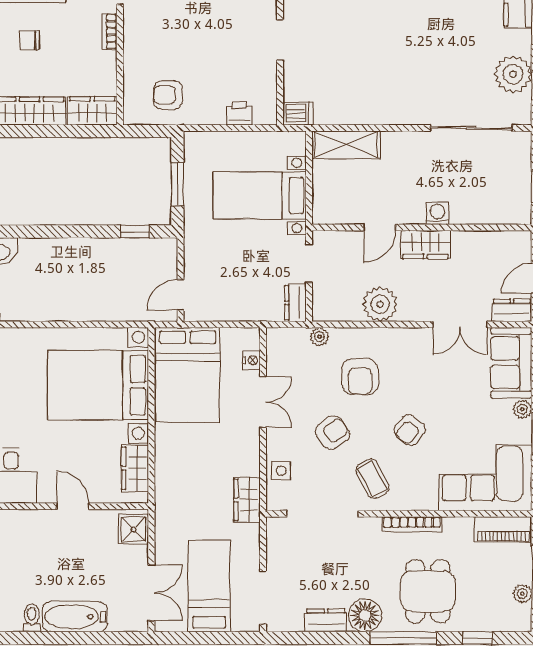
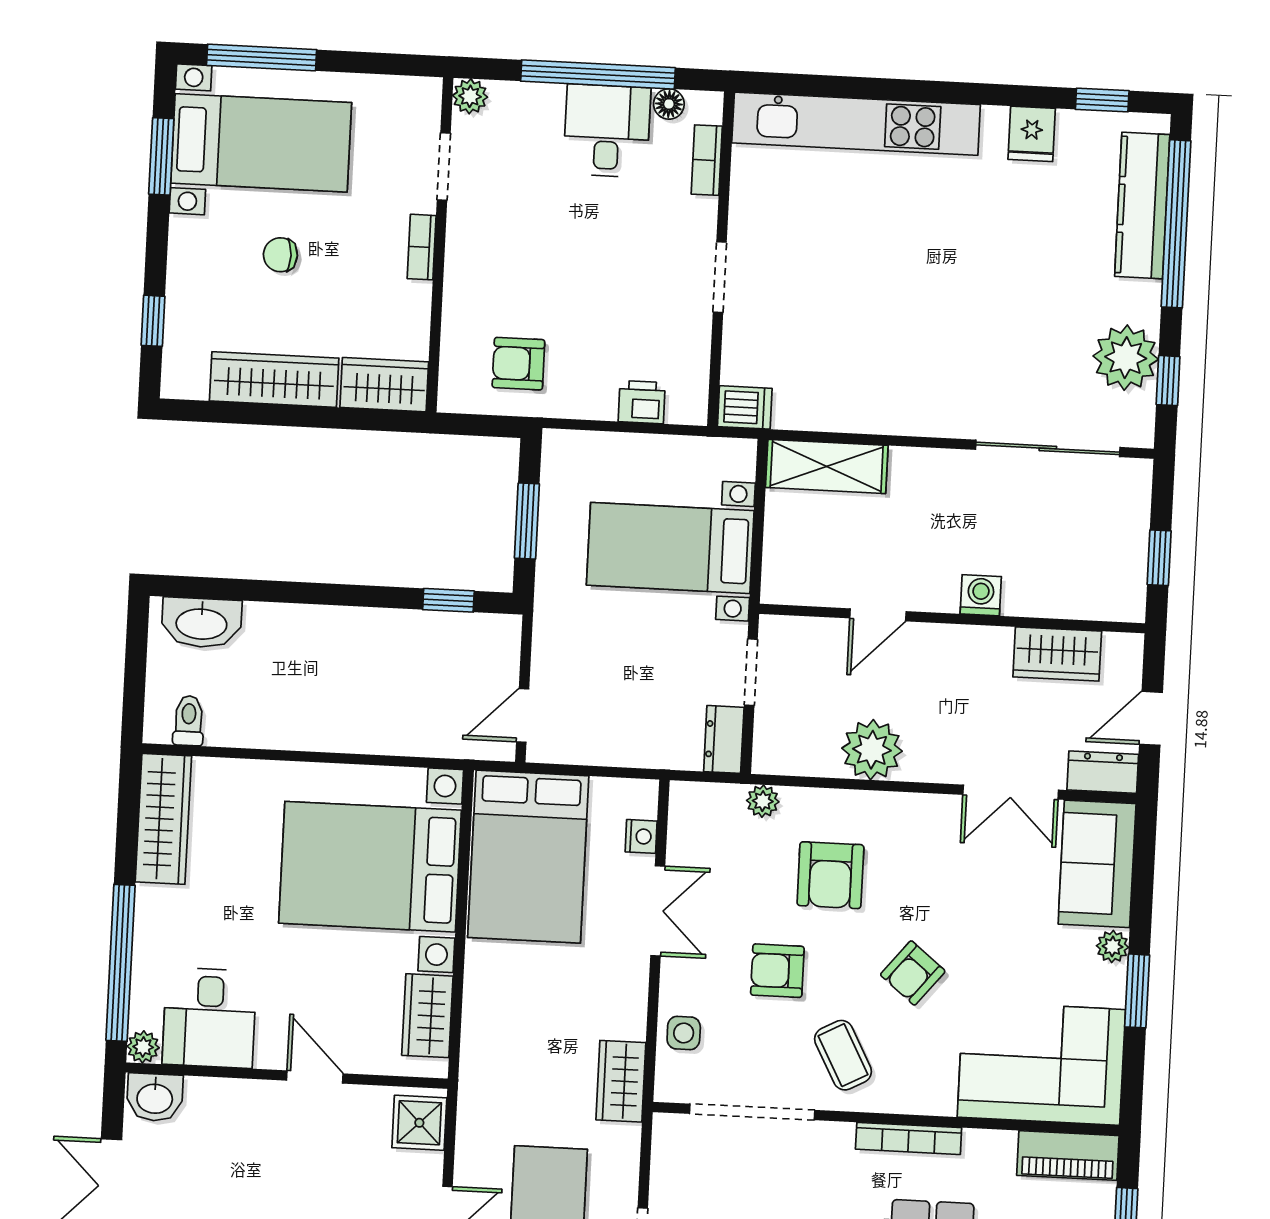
wardrobe: (426, 245) -> (1057, 654), moved
armchair: (333, 433) -> (777, 971), turned -144

